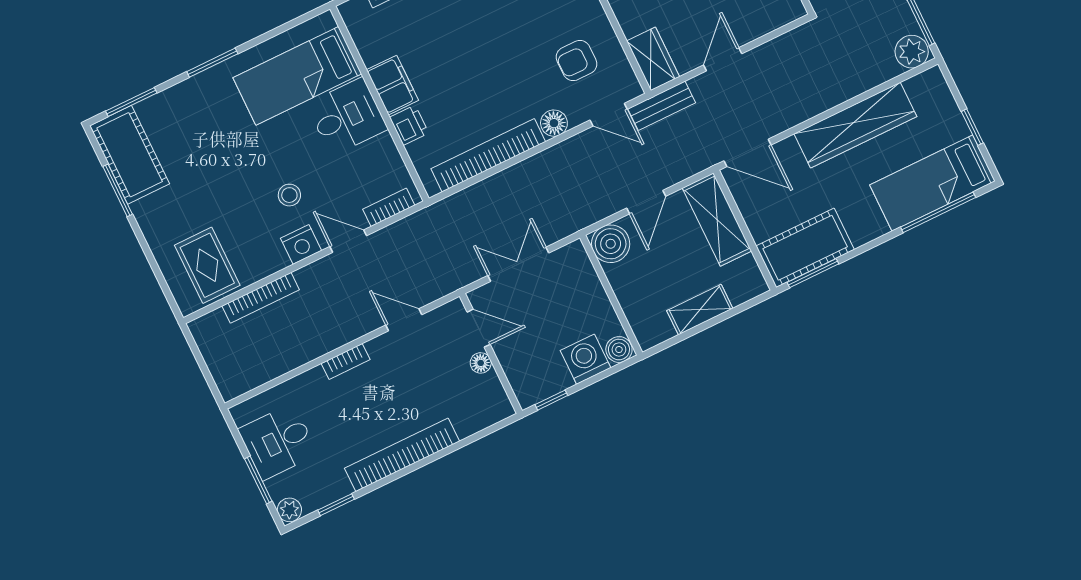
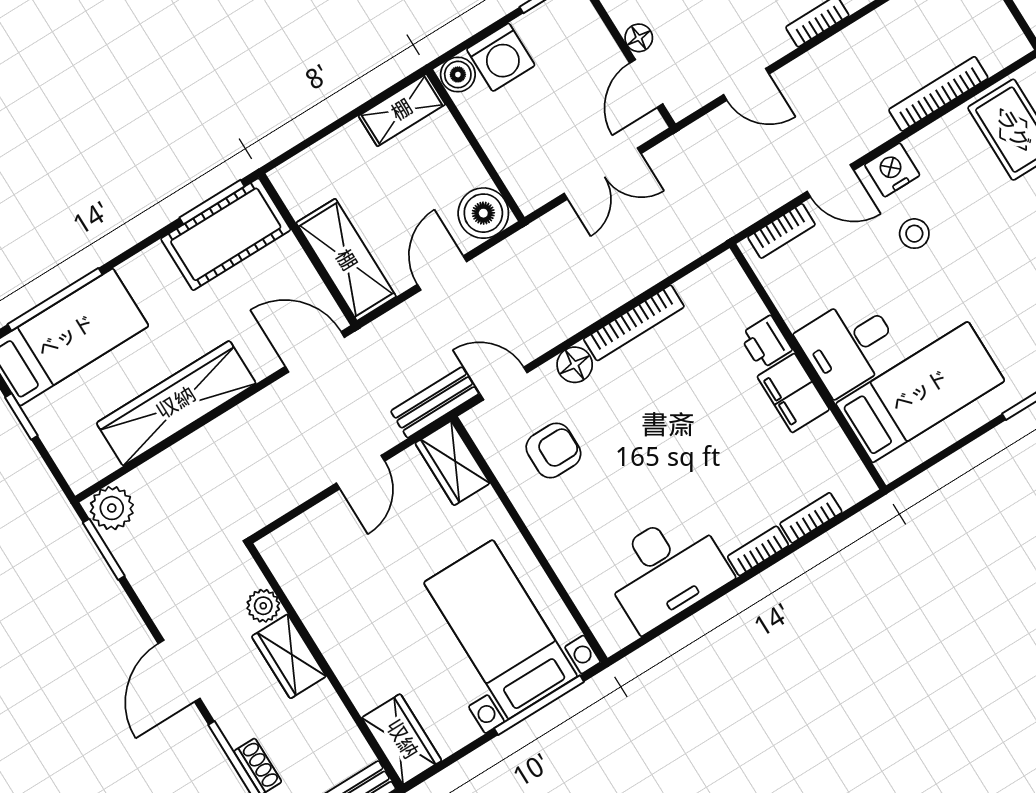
bookcase: (488, 155) -> (634, 323), width x0.68, depth x0.76
shelving: (700, 310) -> (402, 110), moved
door: (479, 328) -> (646, 84), hinge flipped

